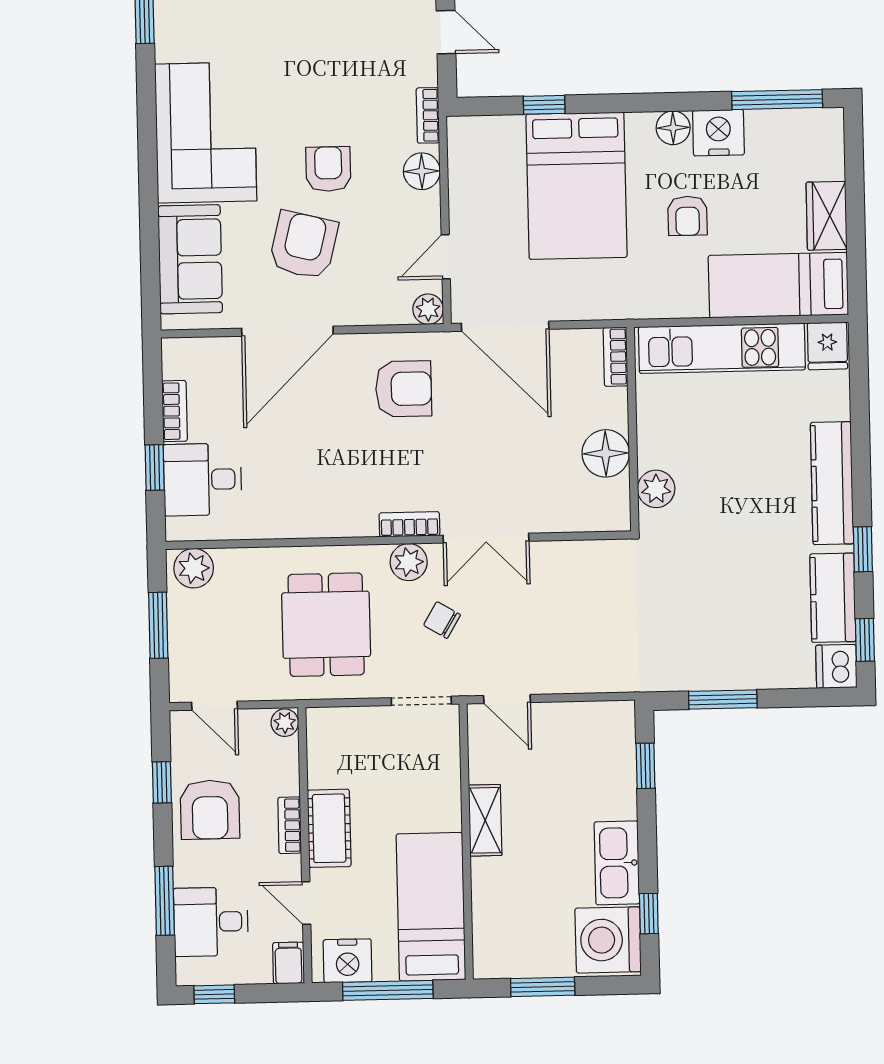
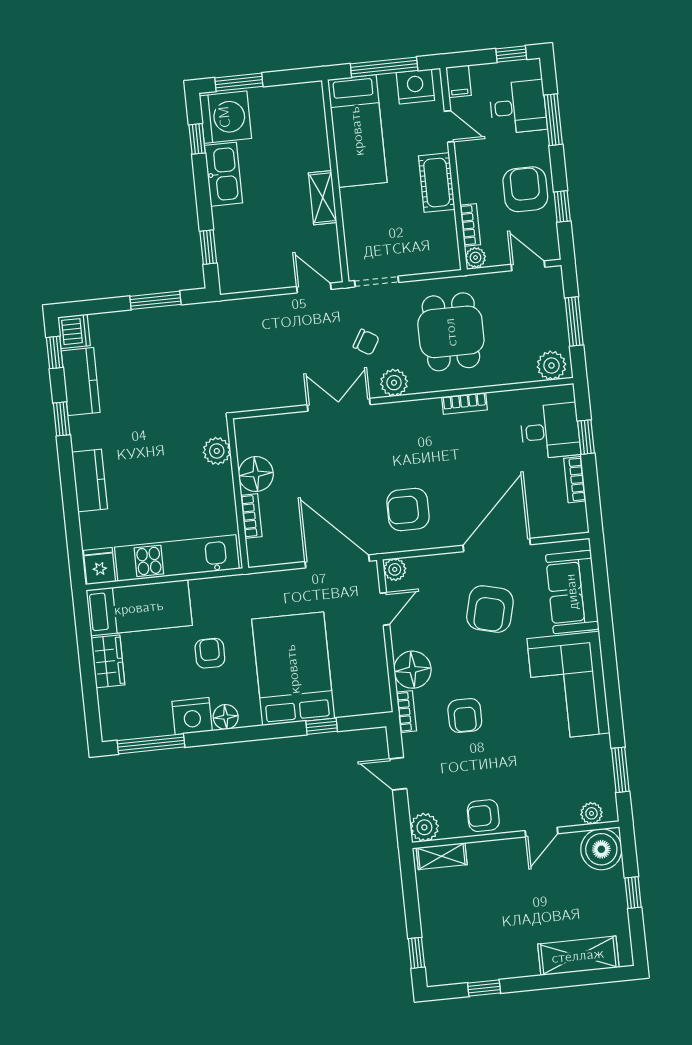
armchair: (328, 169) -> (465, 716), moved
floor lamp: (422, 171) -> (413, 670), width x1.38, depth x1.38
bookcase: (615, 357) -> (251, 516), moved
kitchen counter: (832, 483) -> (90, 480), width x0.67
bookcase: (409, 524) -> (465, 403), moved
bookcase: (290, 825) -> (470, 225), moved
window: (543, 987) -> (239, 82), moved

